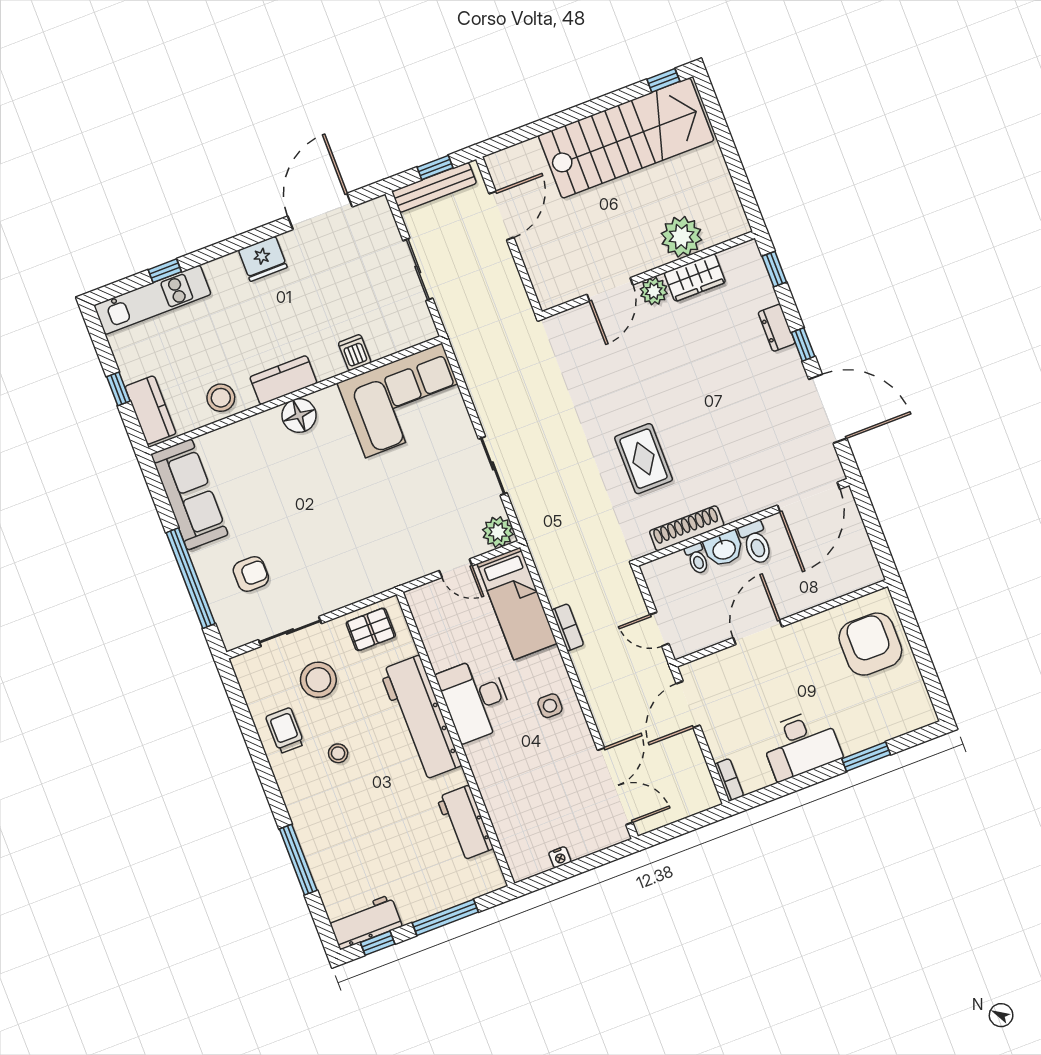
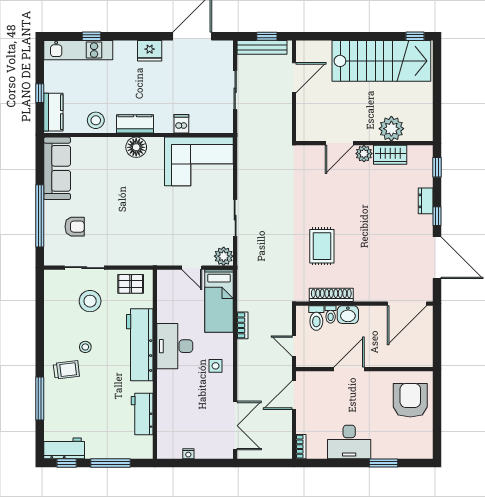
toilet: (756, 543) -> (316, 318), moved
trolley: (285, 731) -> (66, 370), moved, turned 83

